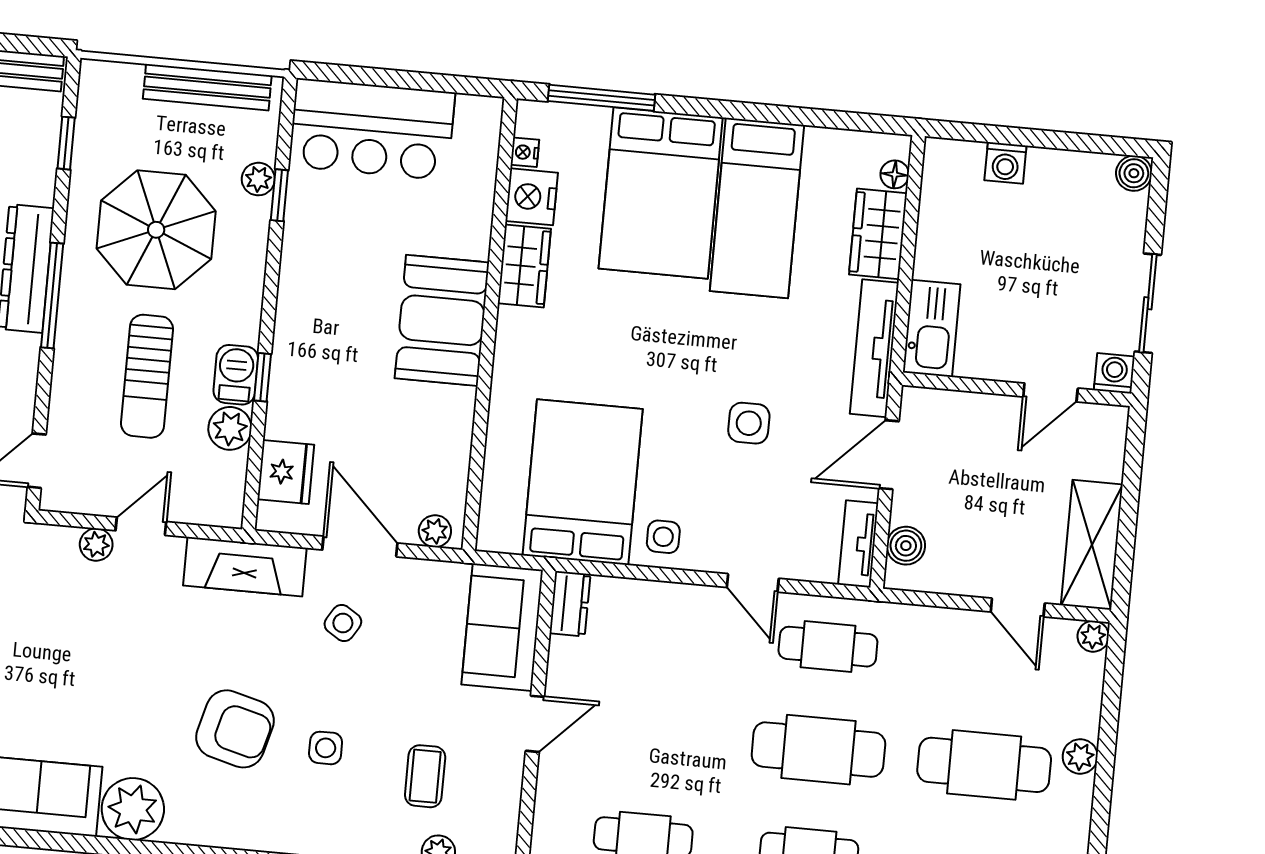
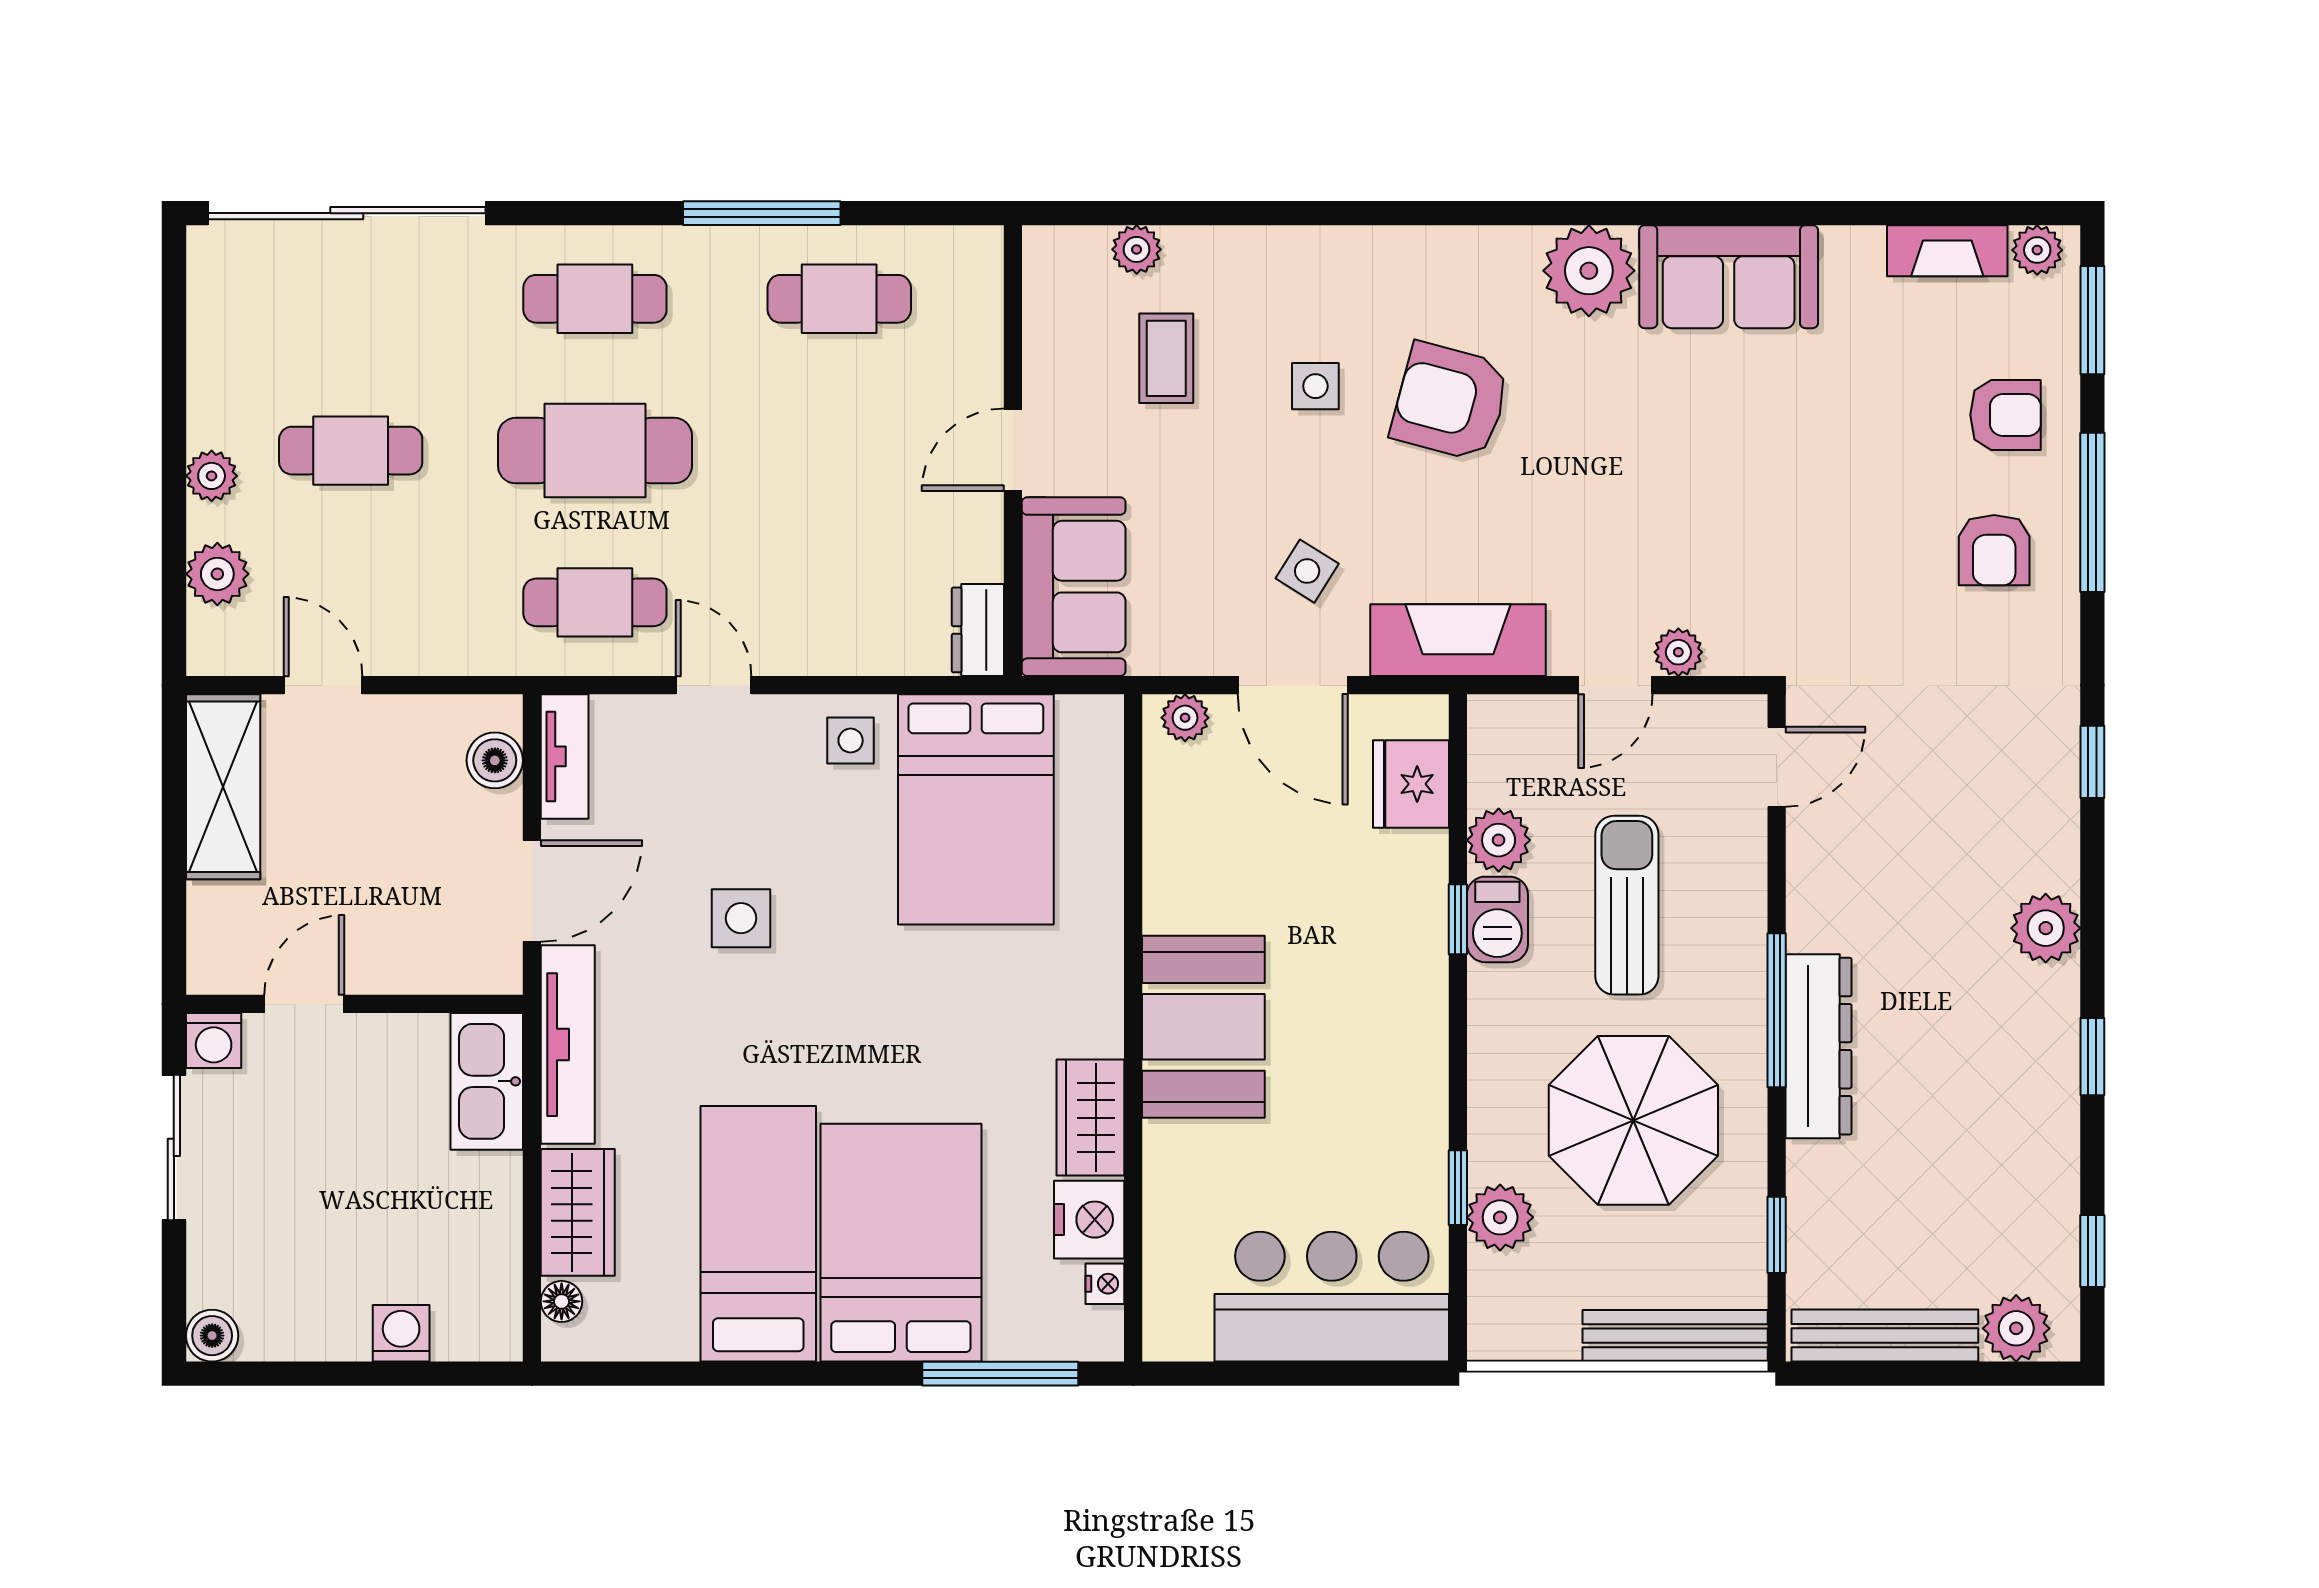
bench: (207, 87) -> (1675, 1336), moved
plant: (258, 179) -> (1500, 1217), width x1.38, depth x1.38
plant: (1093, 636) -> (217, 574), moved, width x1.38, depth x1.38
cafe table: (984, 765) -> (351, 451), width x0.73, depth x0.74

